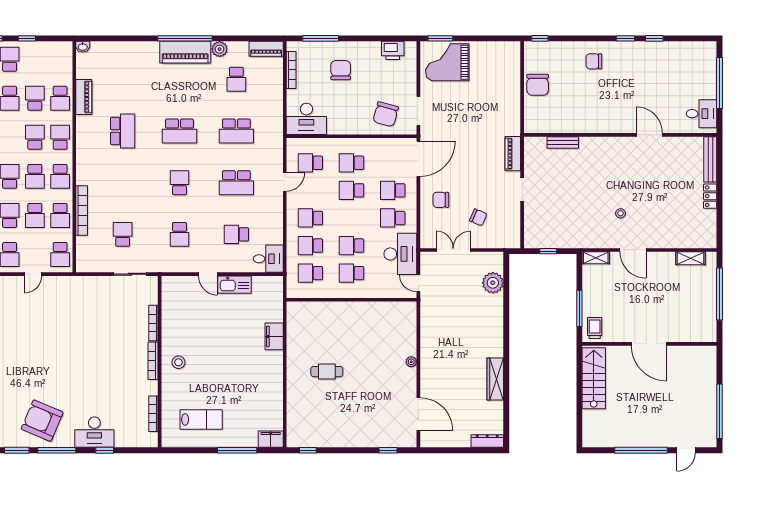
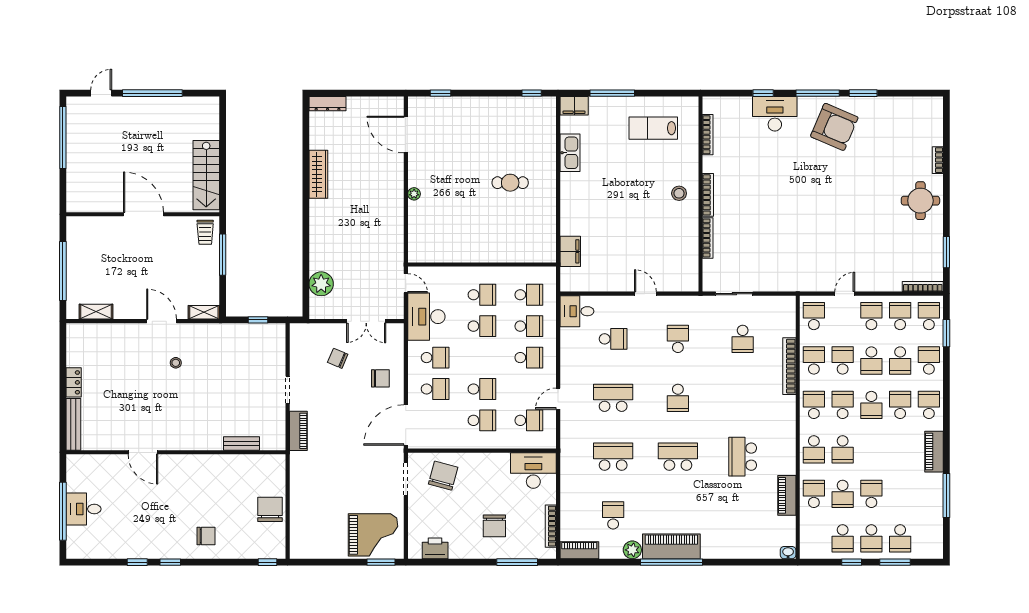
school desk: (35, 59) -> (843, 538), added
desk: (701, 114) -> (84, 509), moved
kitchen sink: (234, 285) -> (570, 153), moved, turned 90
filing cabinet: (274, 336) -> (570, 251), moved

